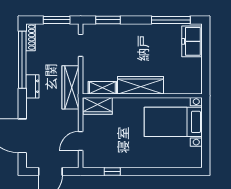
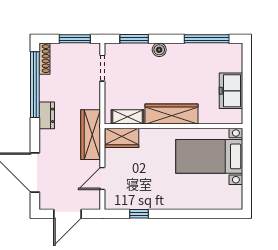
boiler: (130, 30) -> (159, 50), added
freezer: (192, 41) -> (231, 91), moved
wardrobe: (70, 87) -> (91, 135), moved

